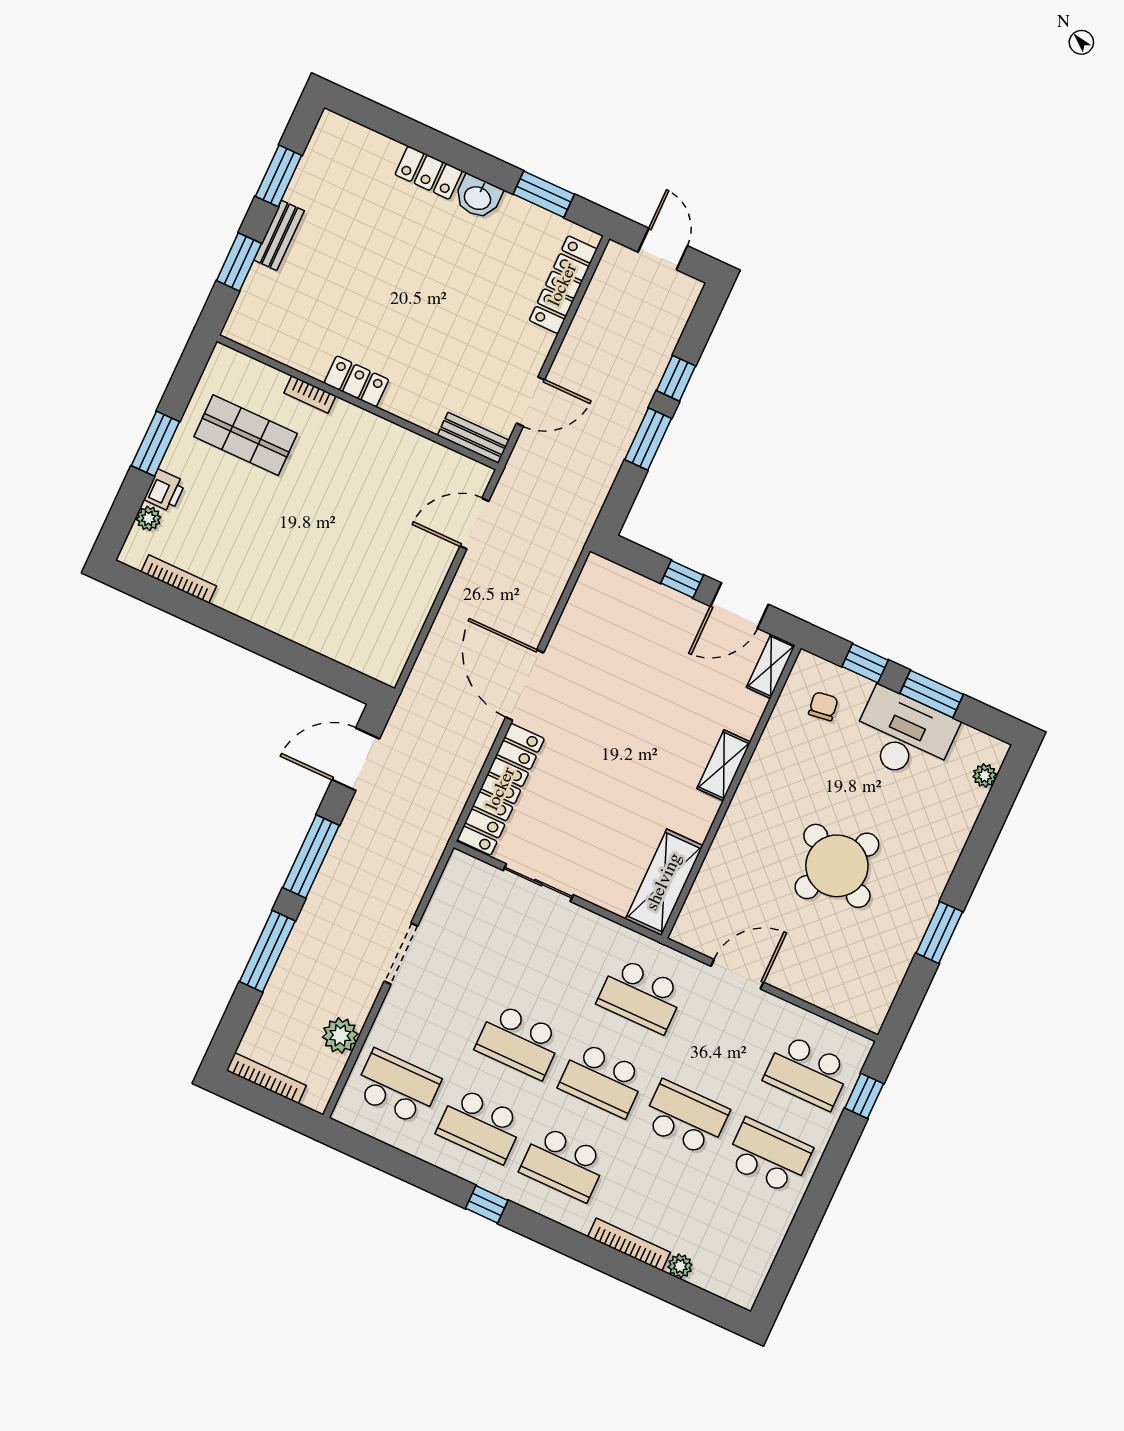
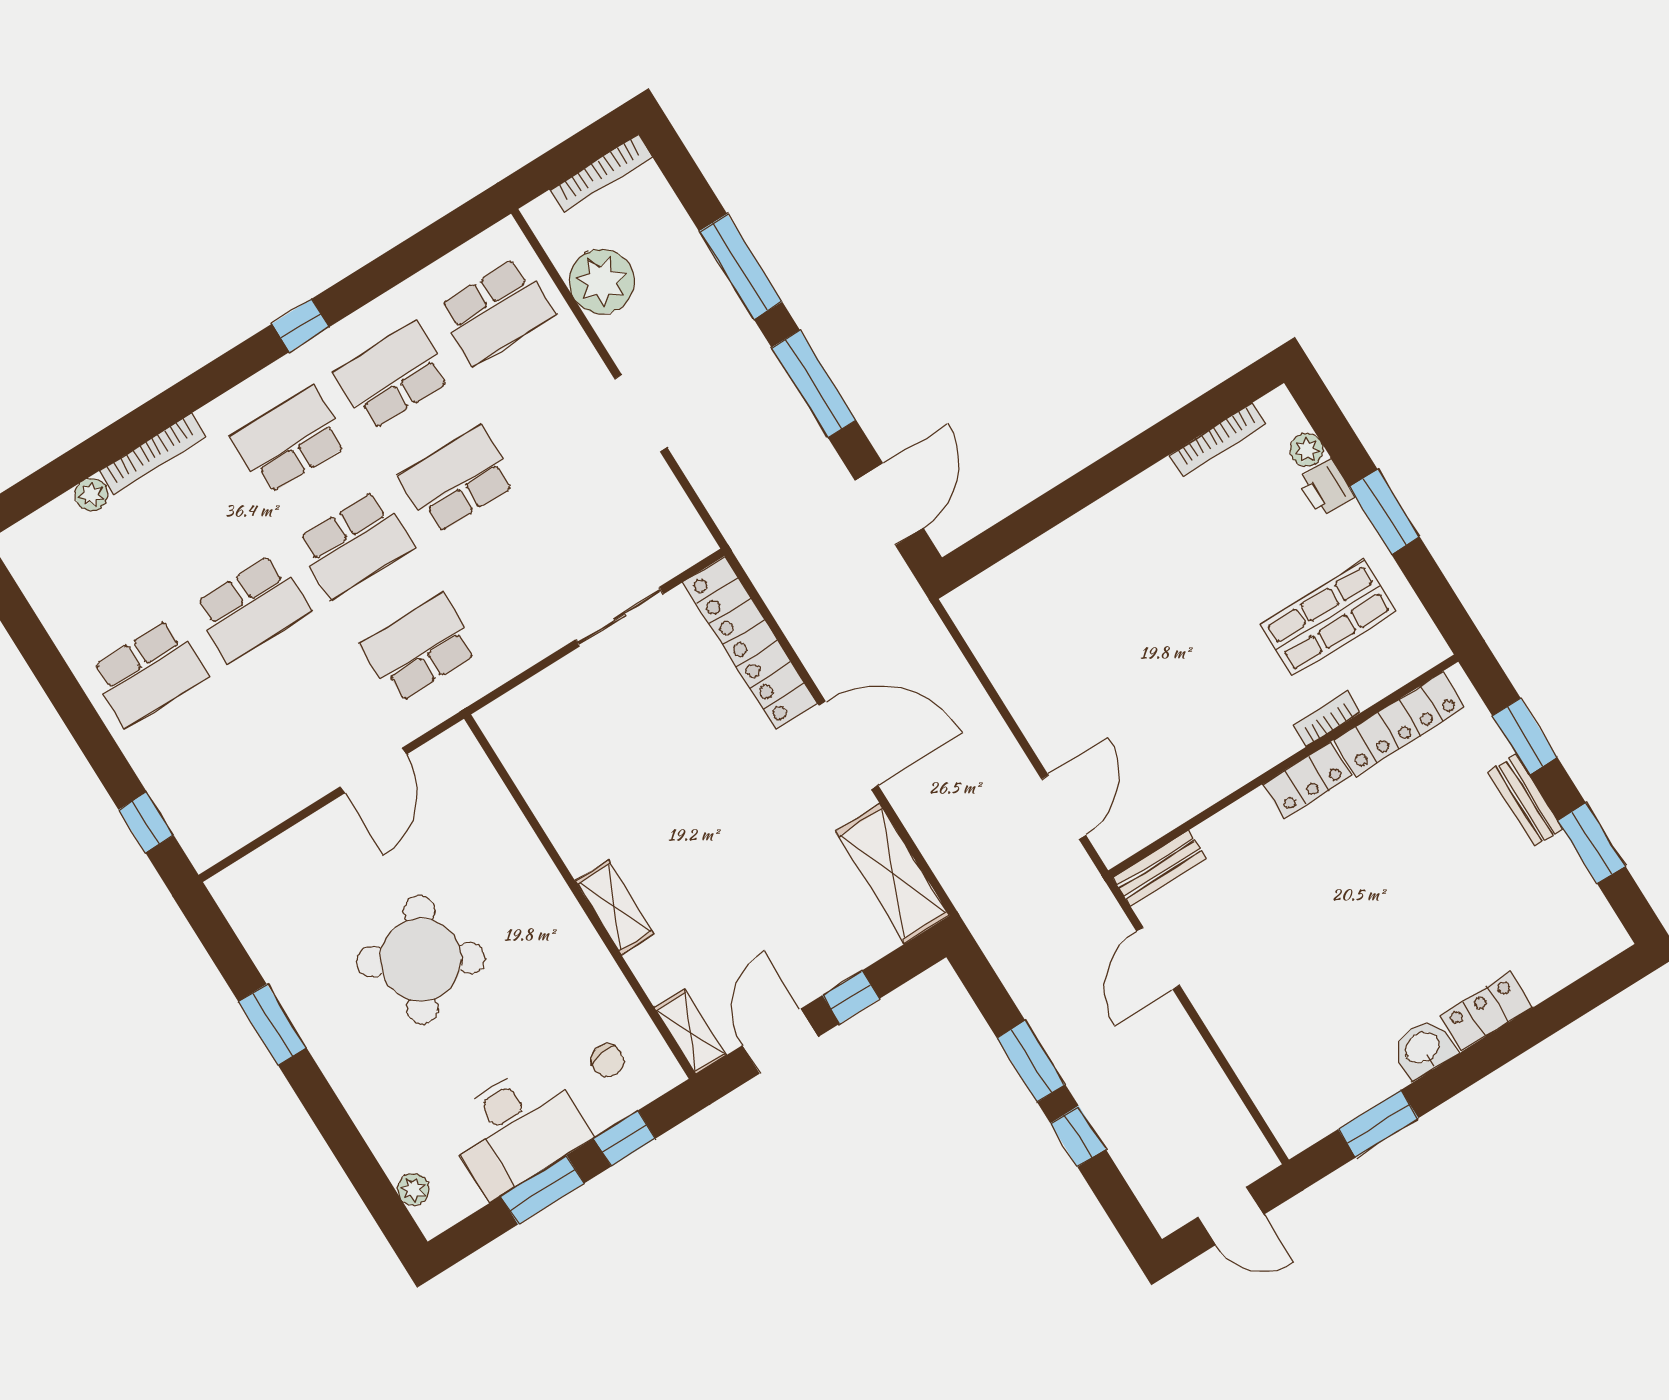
locker: (563, 285) -> (1399, 724), moved, turned 90
shelving: (664, 882) -> (893, 874), moved
plant: (340, 1035) -> (602, 281), width x1.36, depth x1.36
school desk: (807, 1072) -> (214, 777), removed
school desk: (602, 1080) -> (355, 544), turned 180

